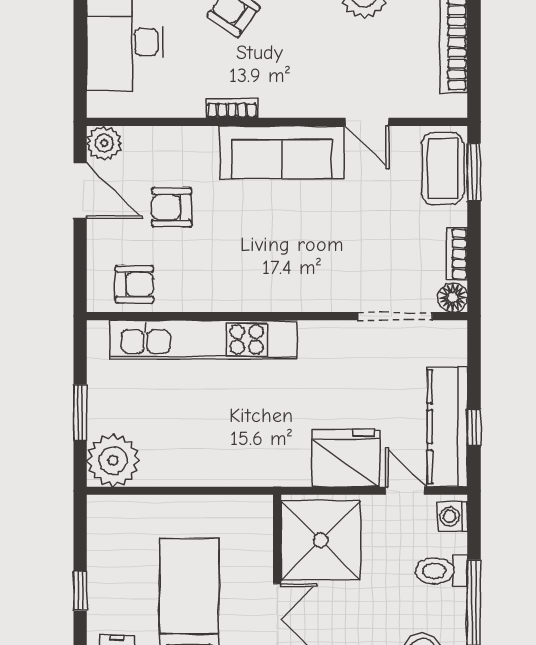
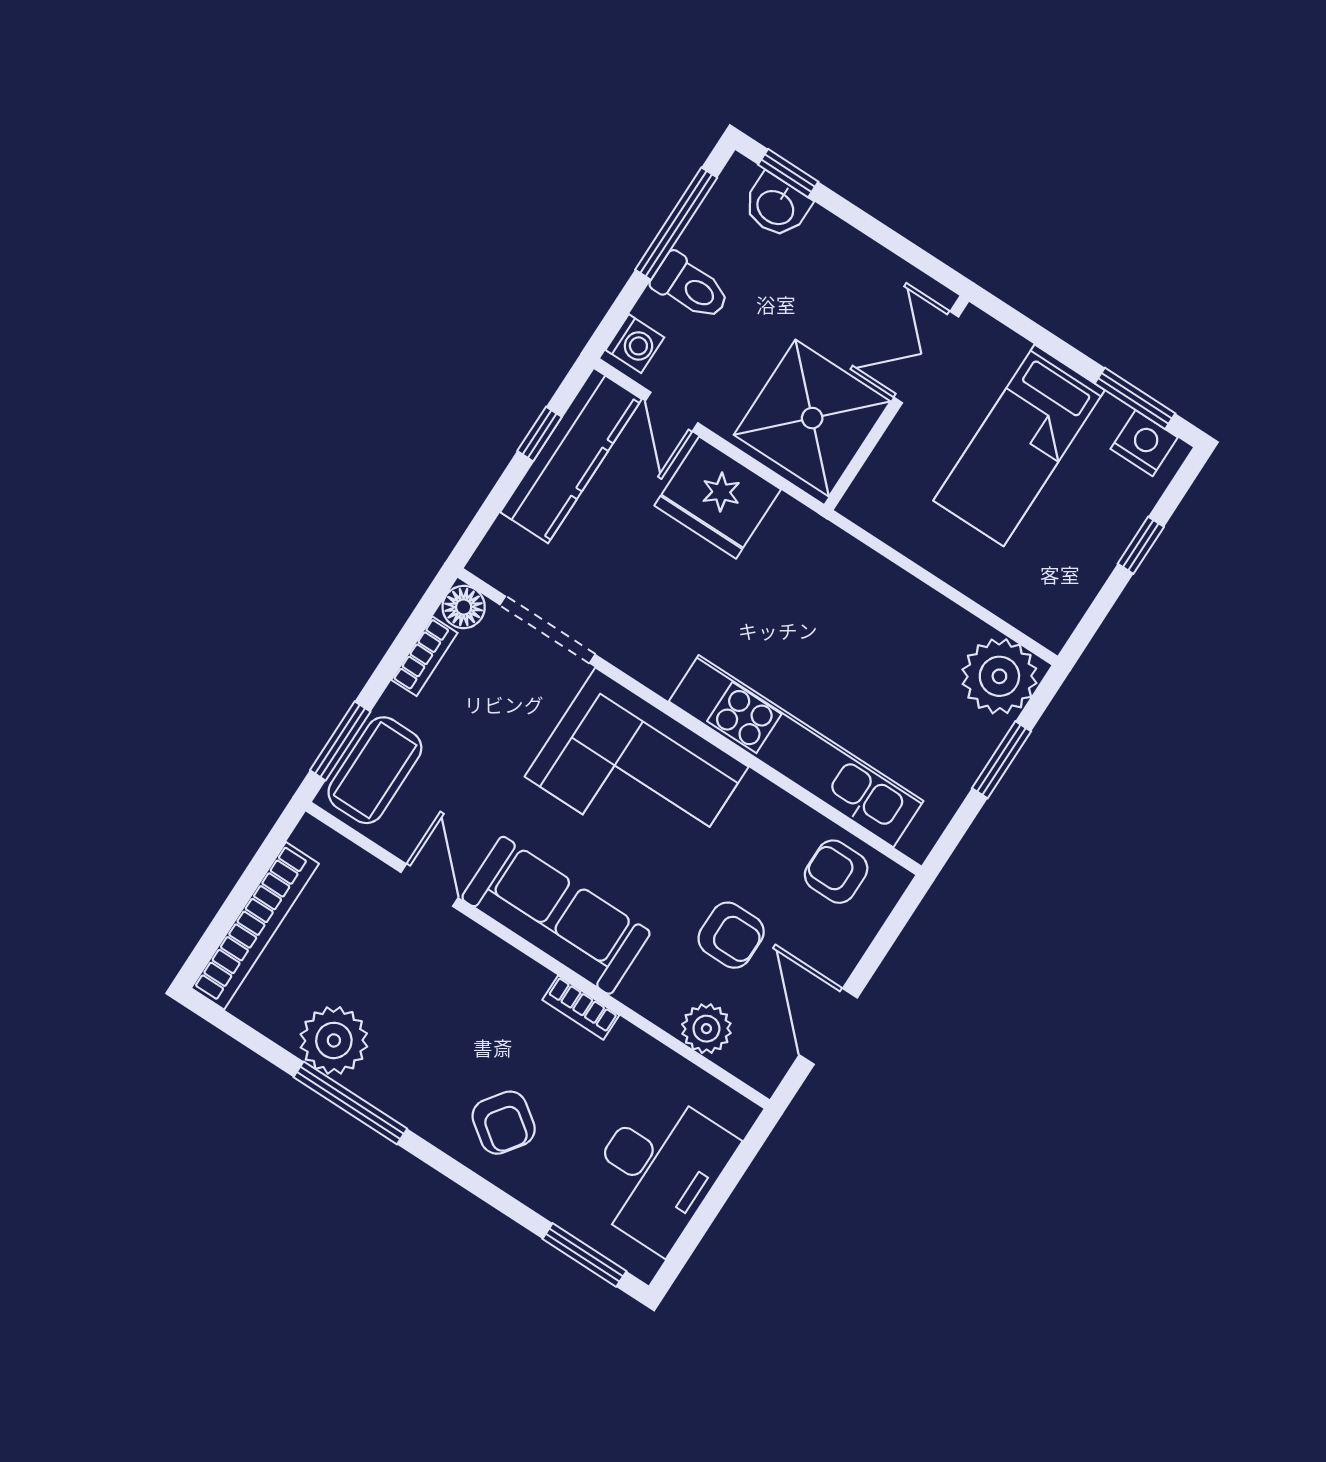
plant: (104, 143) -> (706, 1029), moved
corner sofa: (289, 267) -> (637, 772), added

